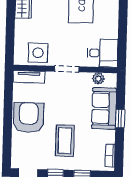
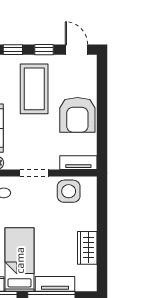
coffee table: (65, 141) -> (34, 89), width x1.36, depth x1.32

